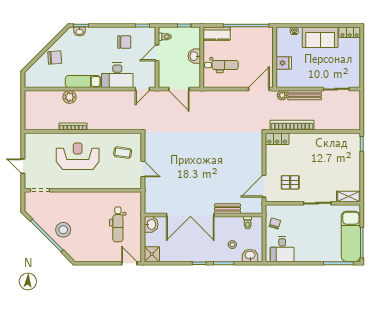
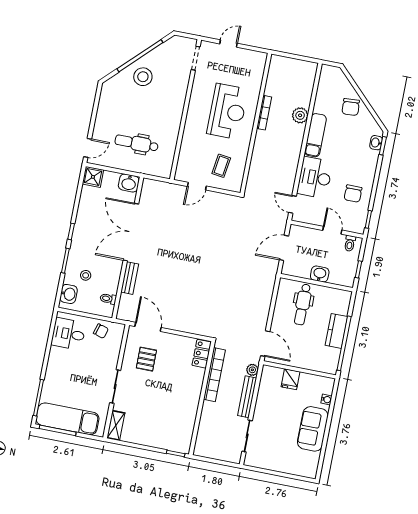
locker: (350, 32) -> (312, 465), removed
kitchen counter: (217, 34) -> (336, 331), moved

